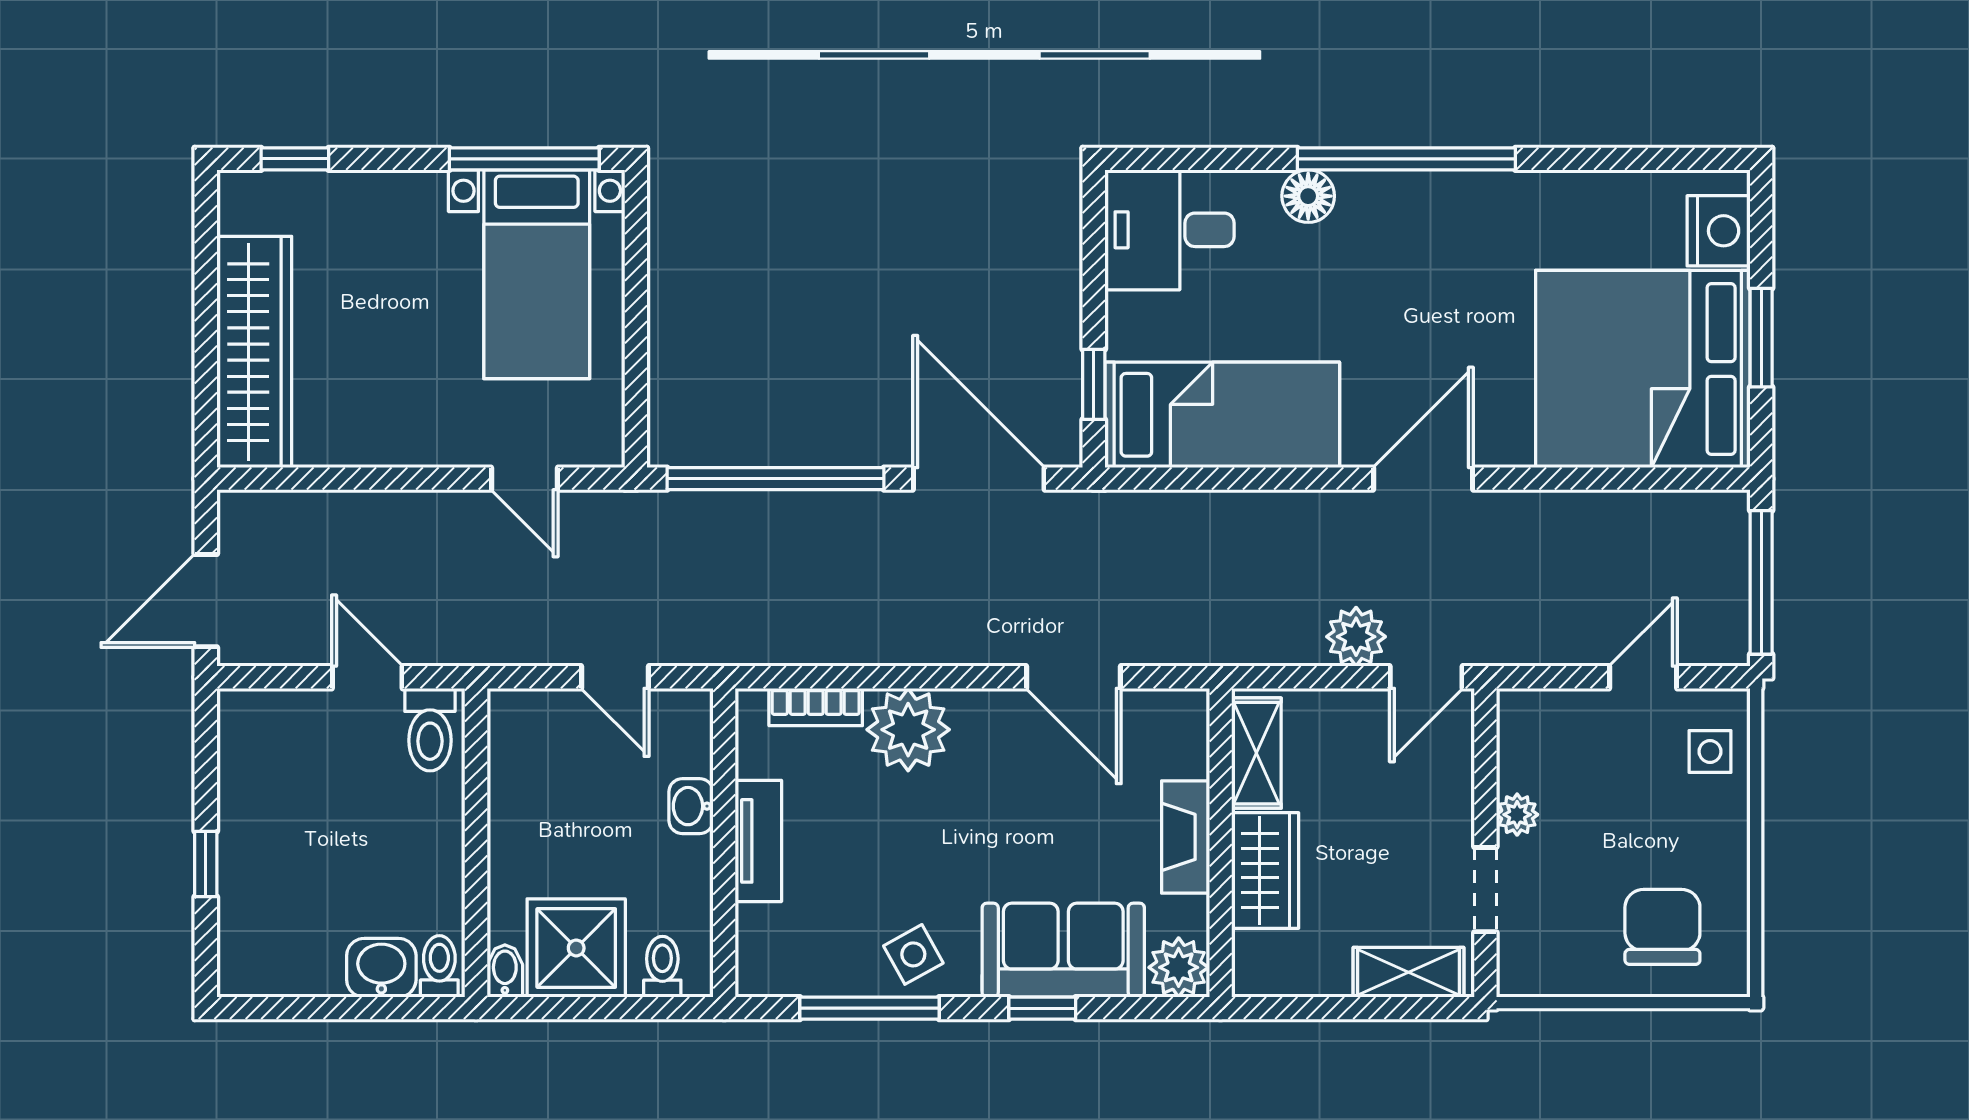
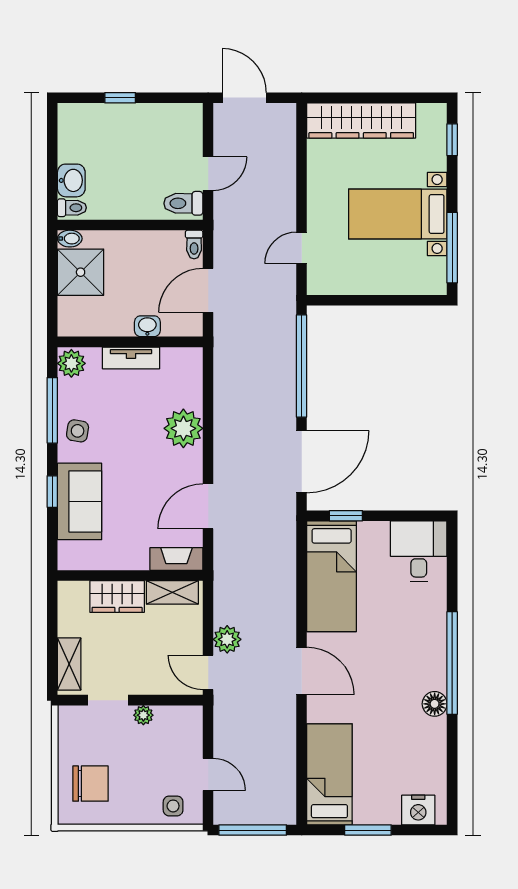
floor lamp: (1308, 196) -> (435, 704), moved
bed with nightstands: (537, 274) -> (398, 214), moved
bed: (1643, 369) -> (329, 774), width x0.49
door: (615, 677) -> (208, 290), width x1.38
bookcase: (816, 707) -> (194, 385), removed
fireplace: (1186, 837) -> (176, 559), moved
side table: (913, 954) -> (78, 431), turned 38
toilet: (662, 967) -> (194, 244), moved, turned 90
plant: (1179, 967) -> (71, 363), moved

